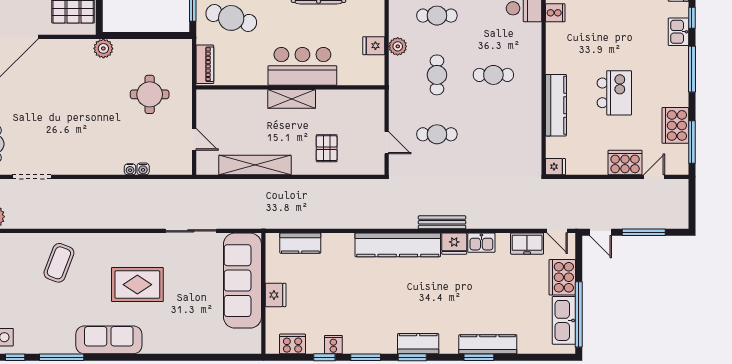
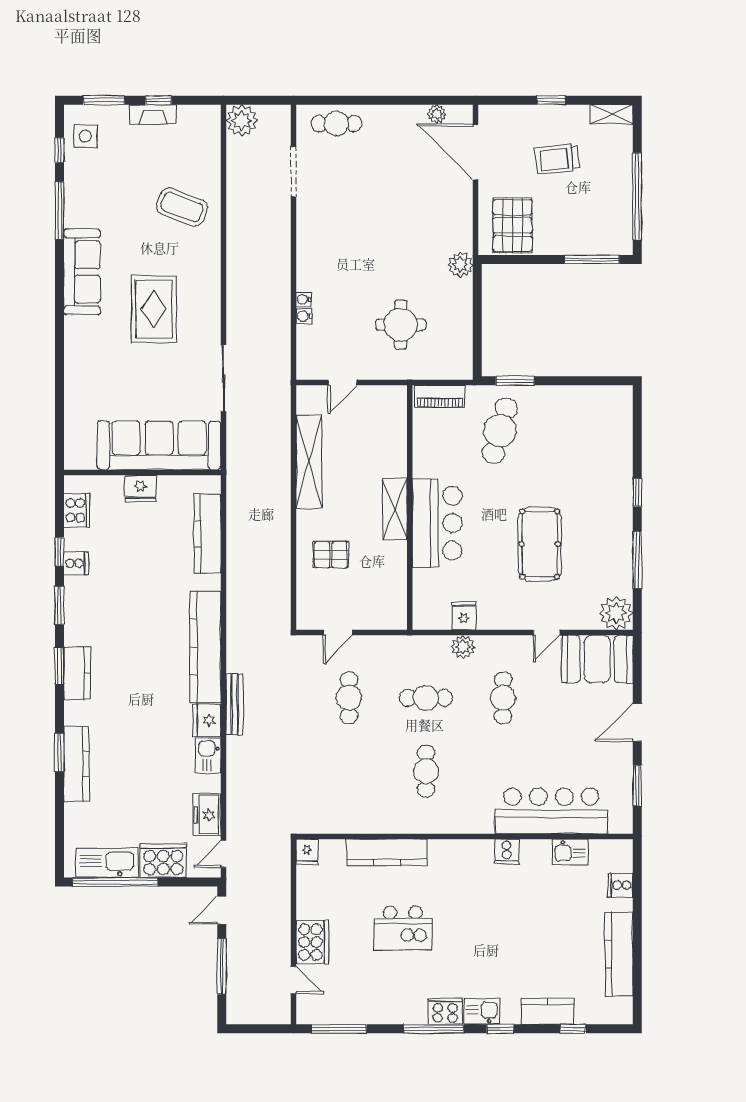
cooker: (675, 125) -> (445, 1011), moved, width x0.73, depth x0.76
kitchen counter: (300, 243) -> (208, 534), width x1.50

